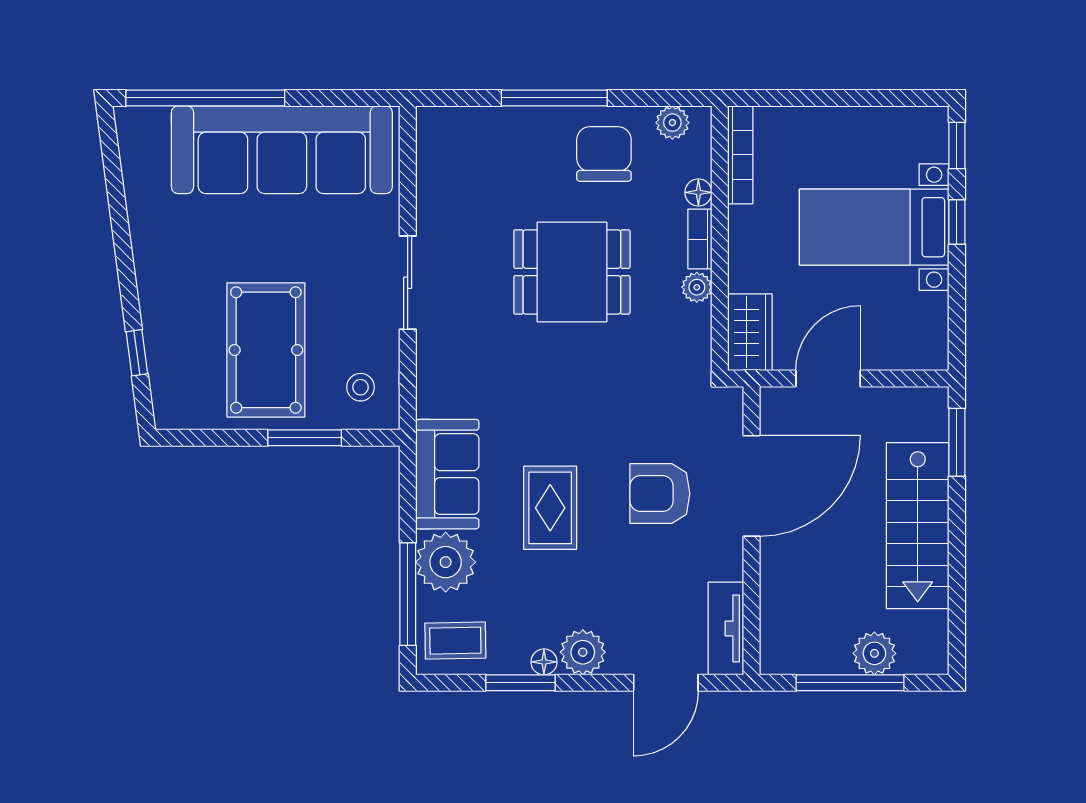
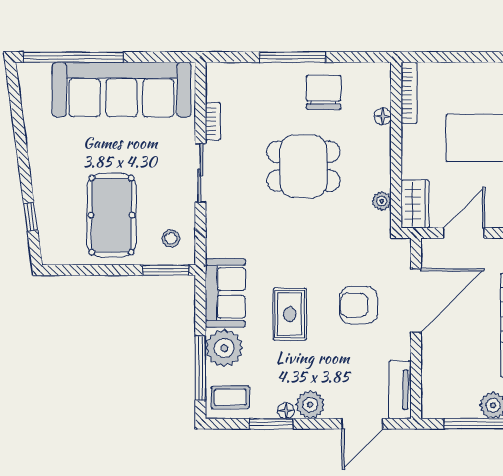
plant: (672, 123) -> (366, 73), removed
bookcase: (700, 239) -> (213, 121), moved, turned 180
plant: (697, 287) -> (382, 201), moved
window: (305, 438) -> (166, 270), moved

